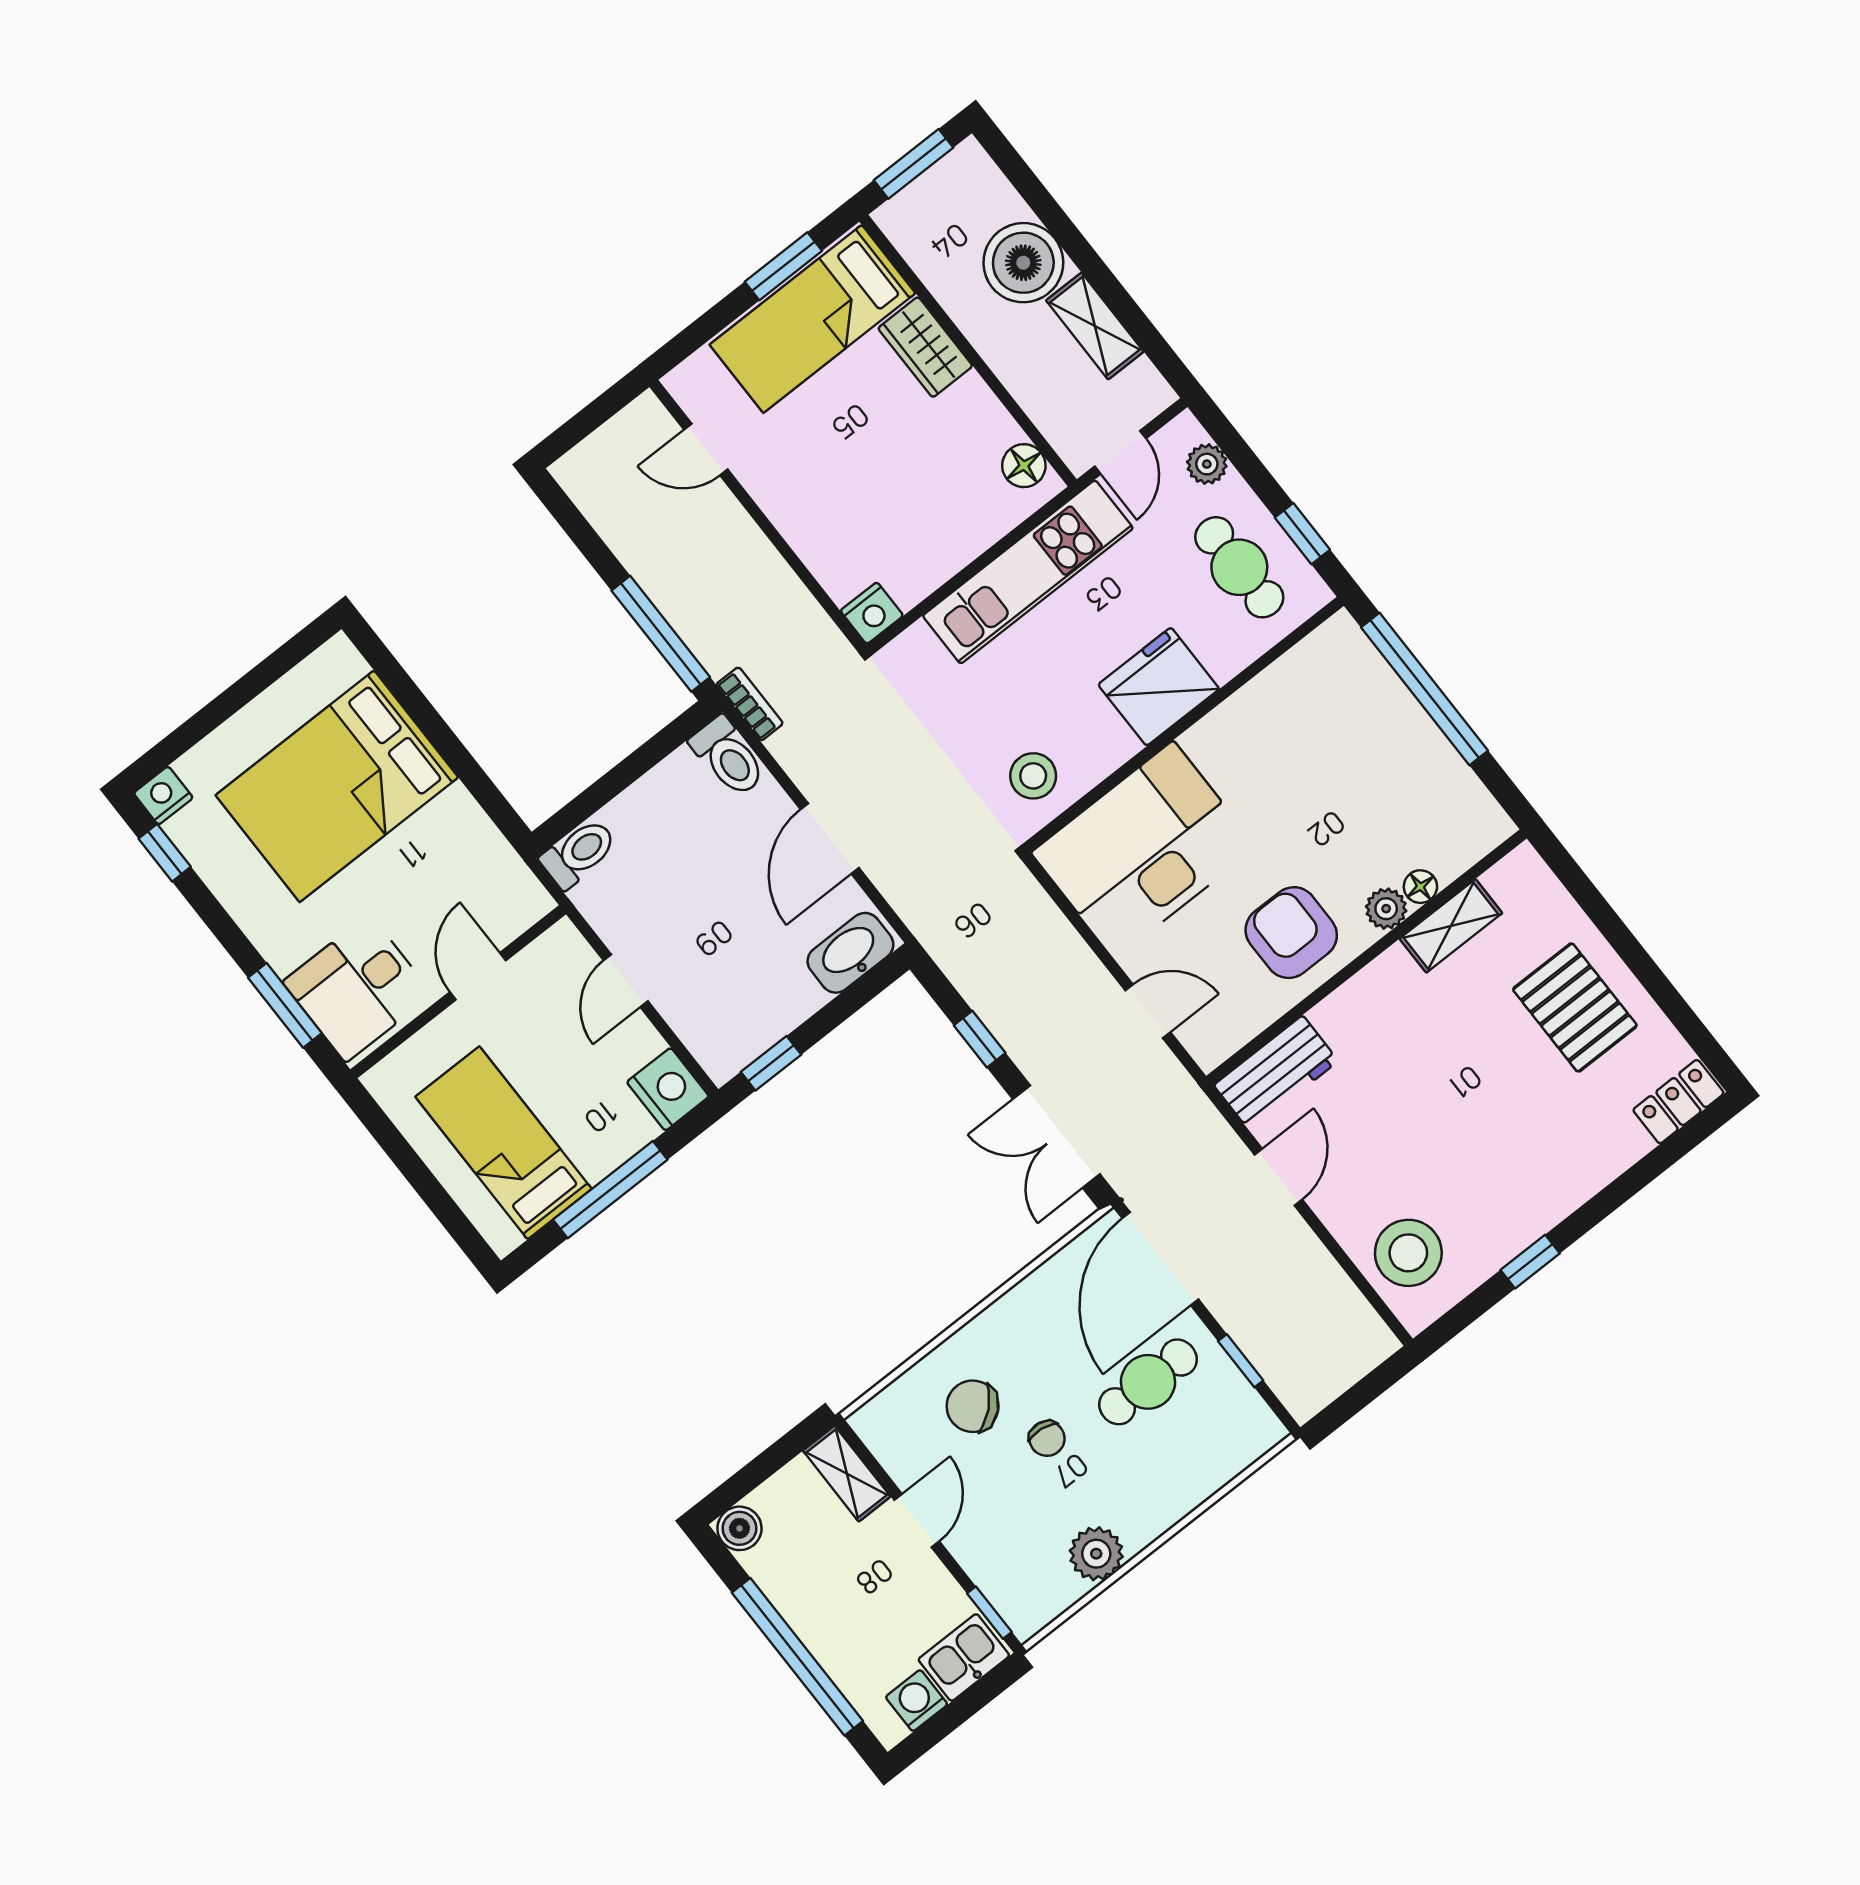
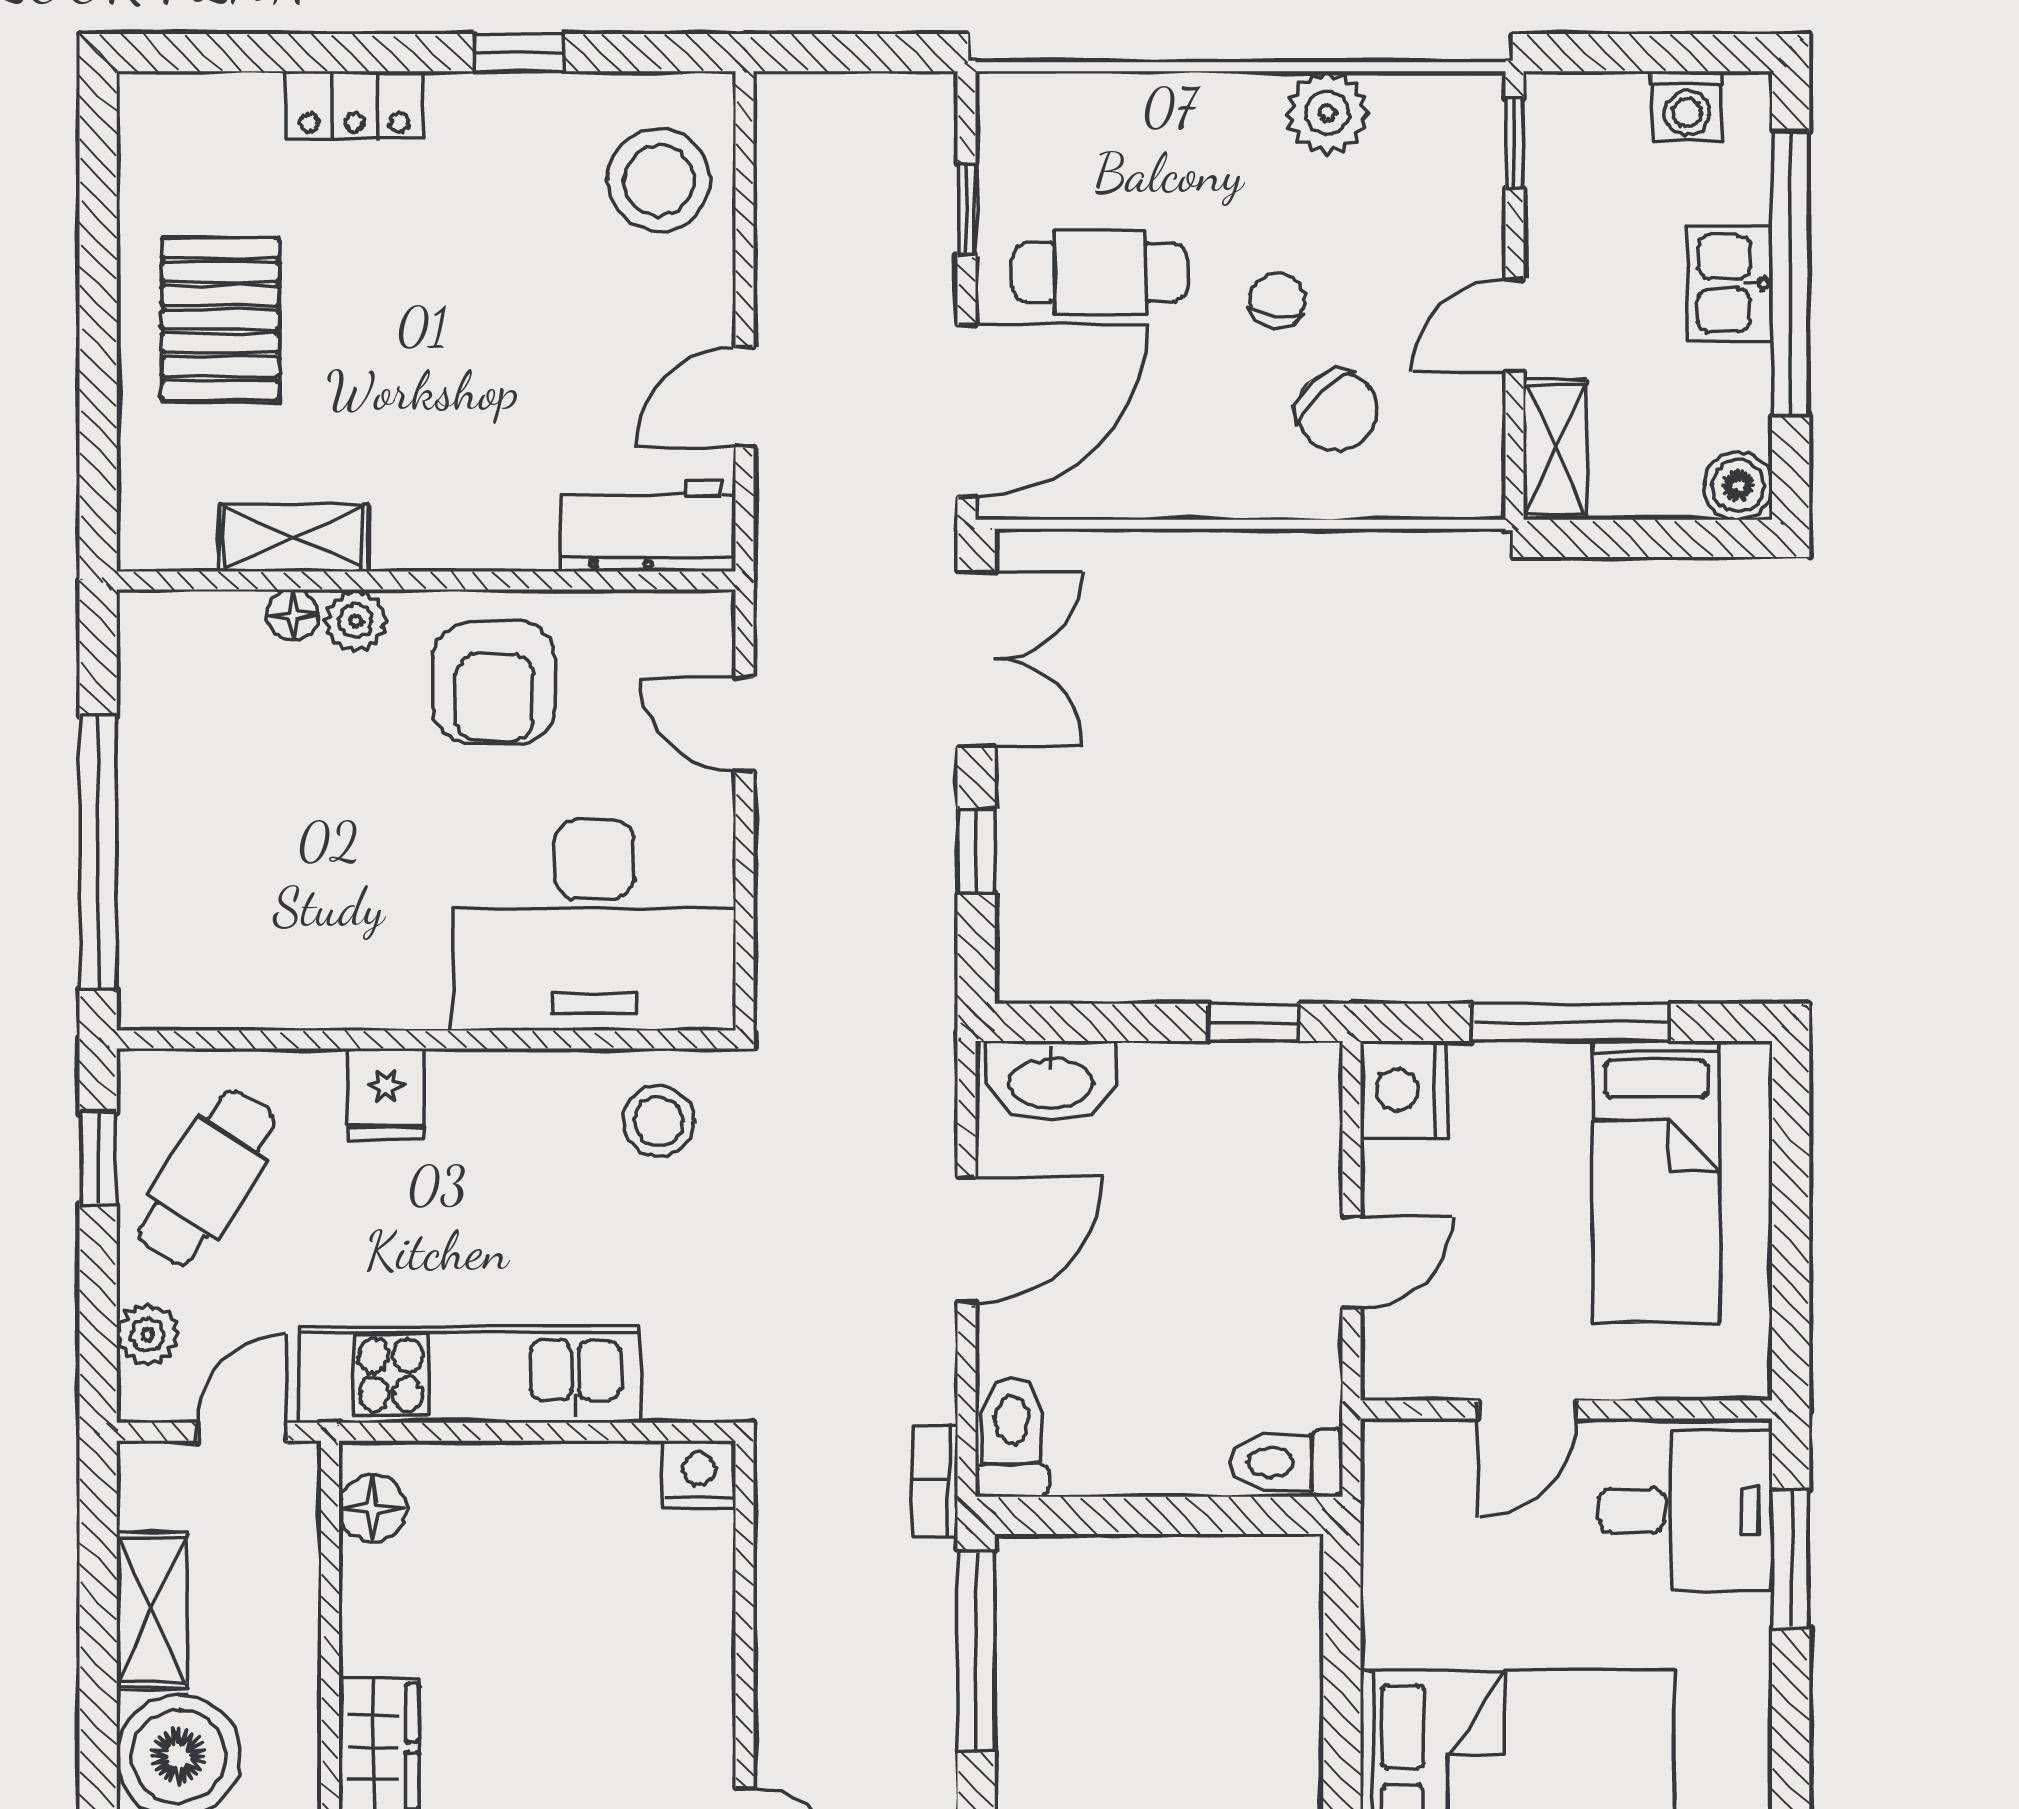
cafe table: (1239, 567) -> (207, 1178), turned 32
fridge: (1159, 687) -> (386, 1094), width x0.53, depth x0.75
locker: (1678, 1102) -> (354, 105), moved
kitchen sink: (964, 1657) -> (1730, 283), moved, turned 90

